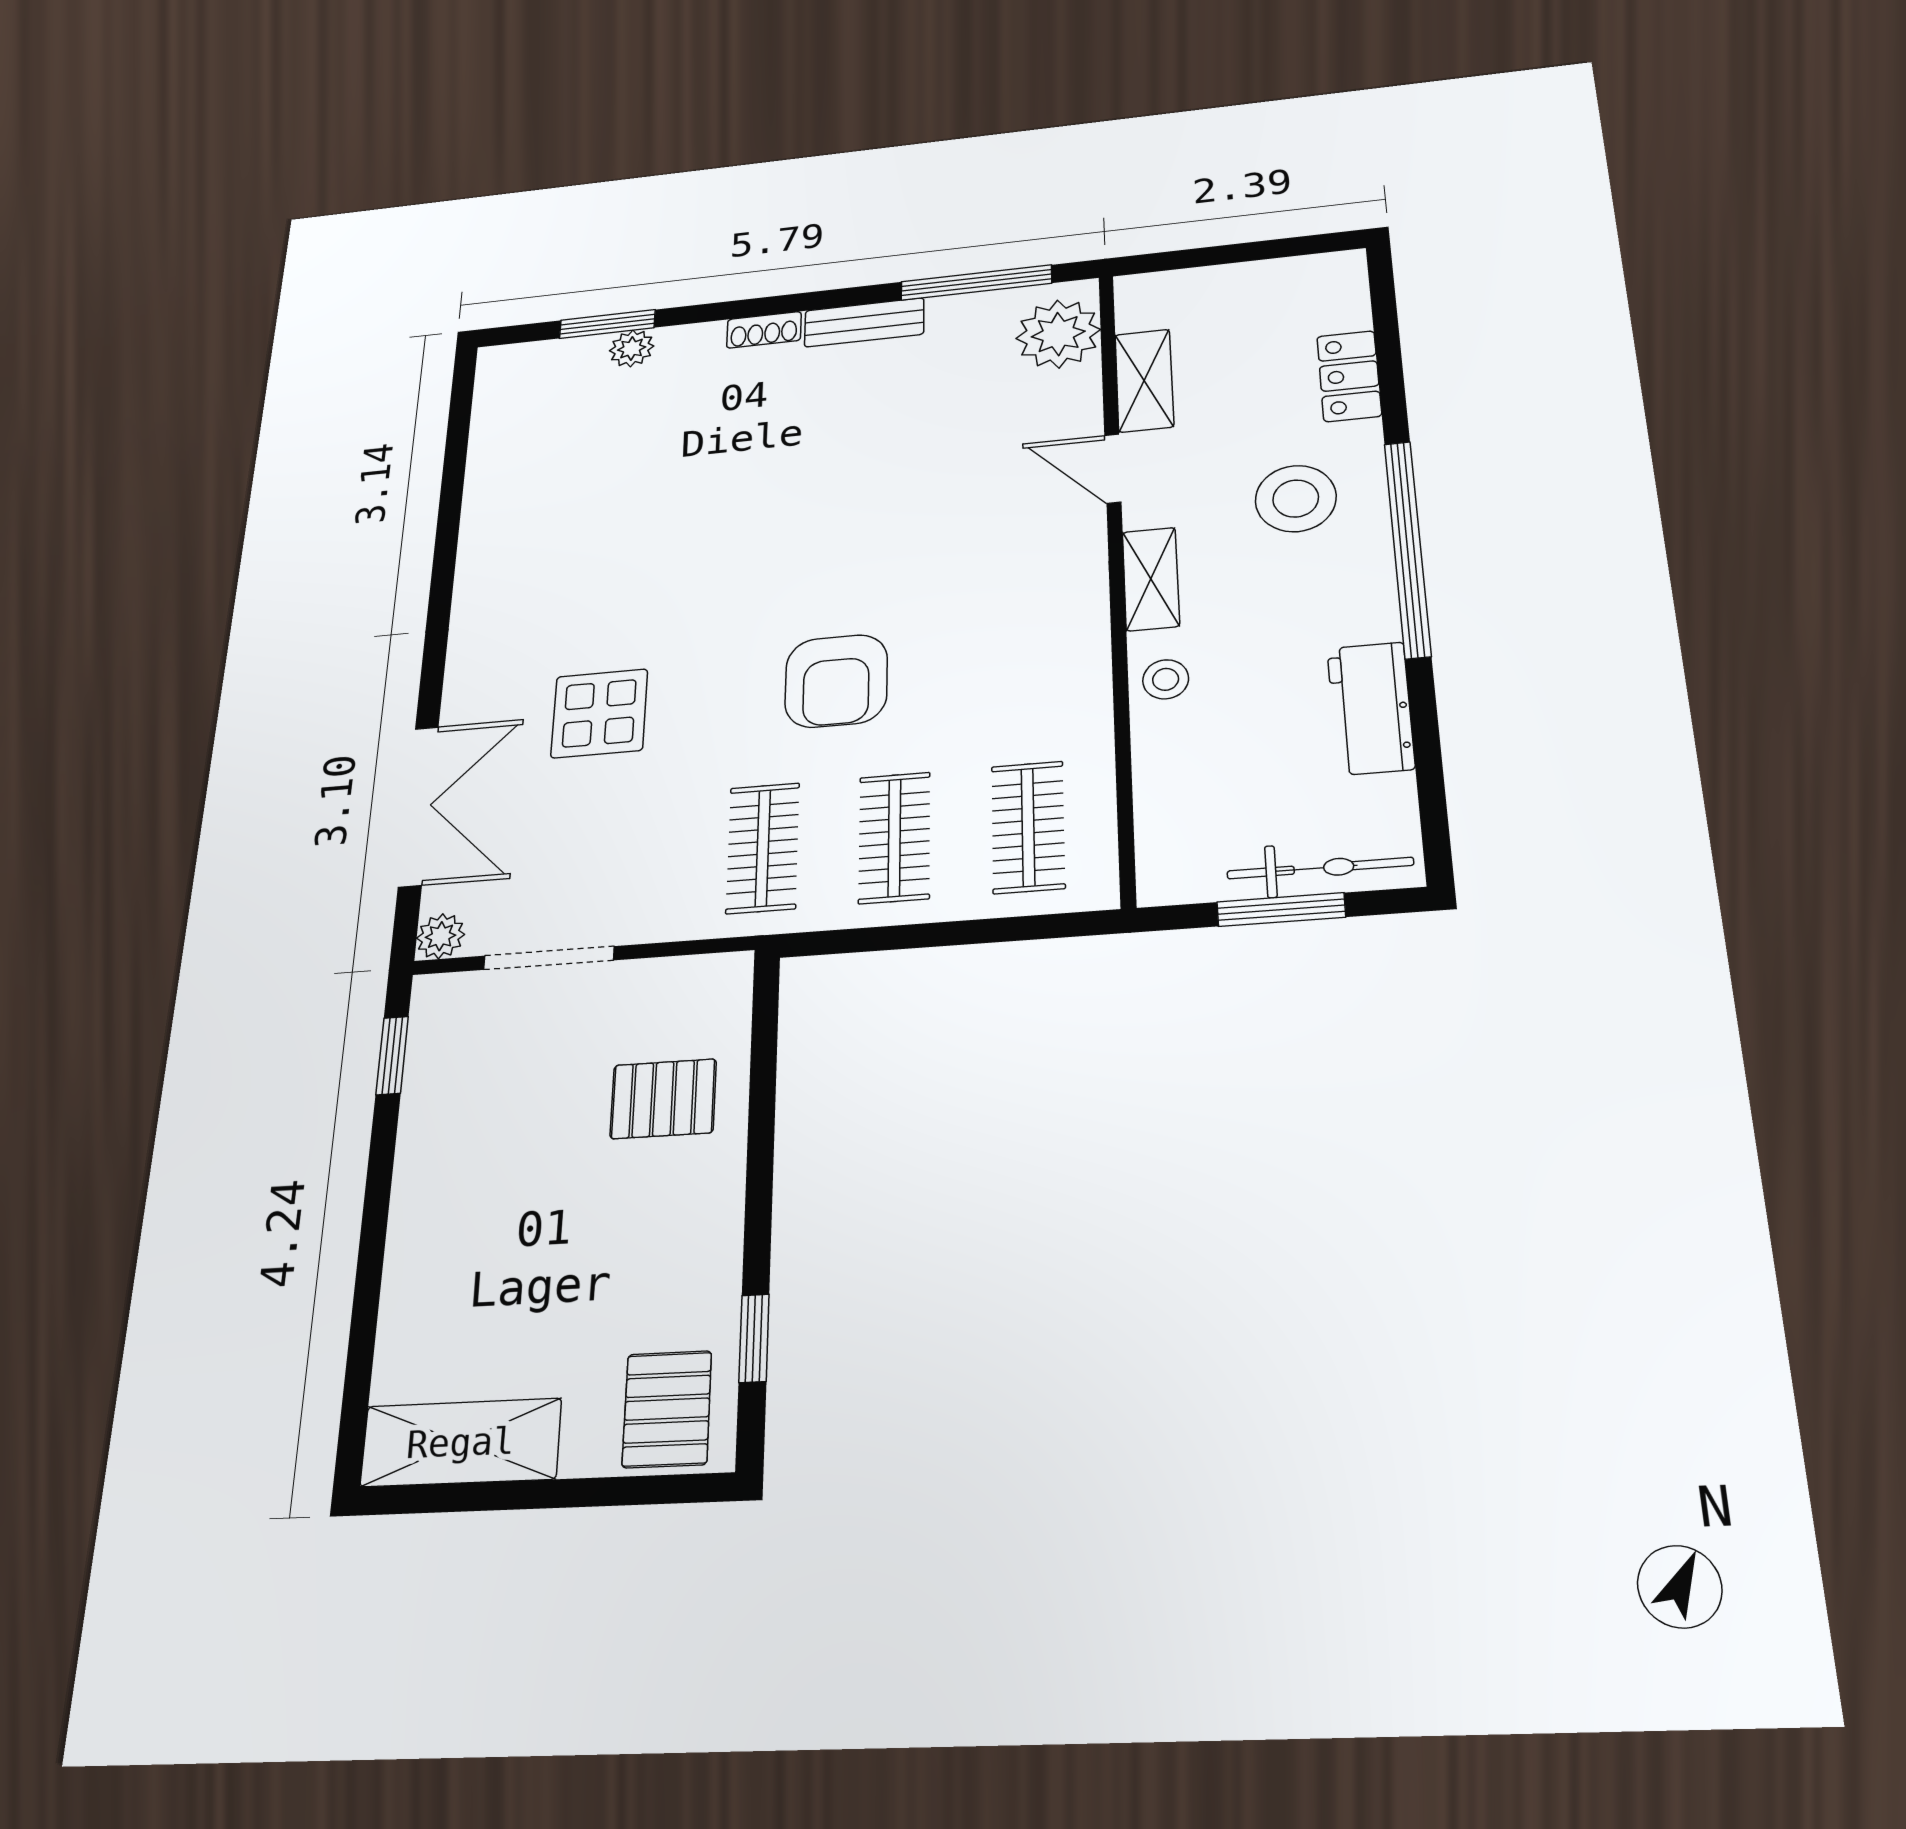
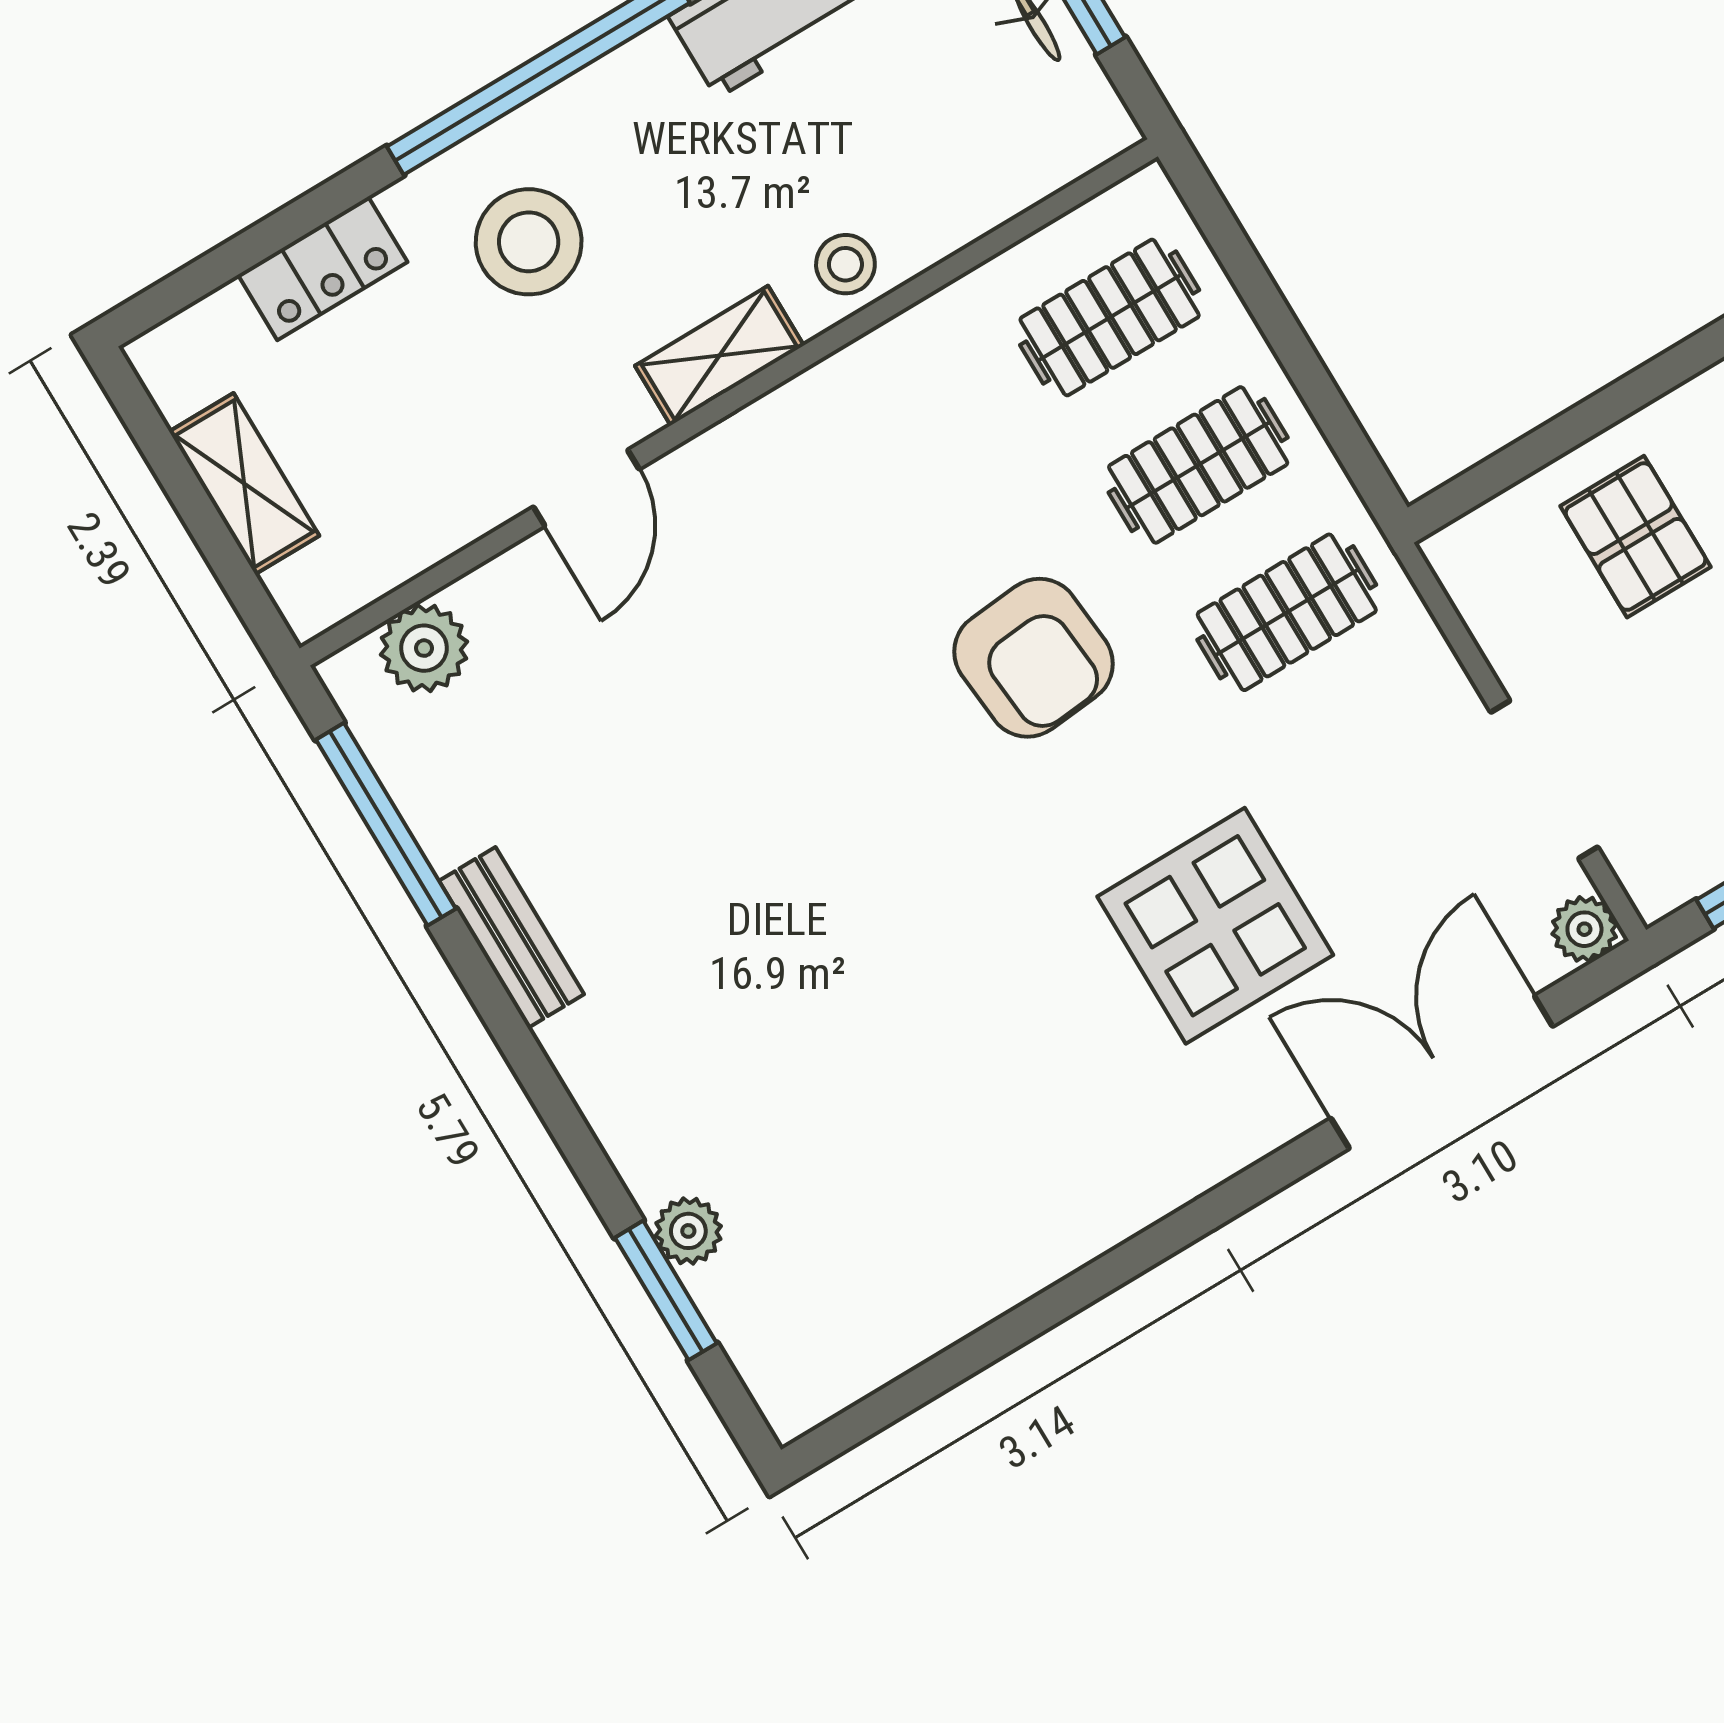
shoe rack: (764, 330) -> (581, 1067), removed
plant: (1058, 334) -> (424, 648), width x0.73, depth x0.73
shelving: (1144, 381) -> (244, 484), moved, turned 90
armchair: (836, 681) -> (1033, 658), turned 85
display table: (599, 713) -> (1215, 926), width x1.36, depth x1.36

